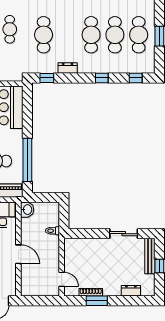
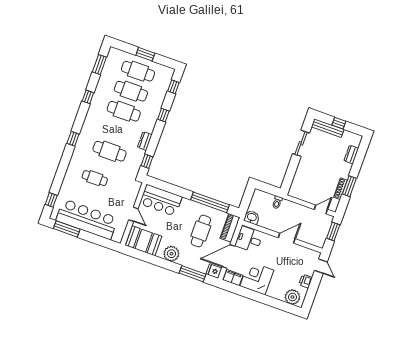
window: (43, 301) -> (333, 232), added

